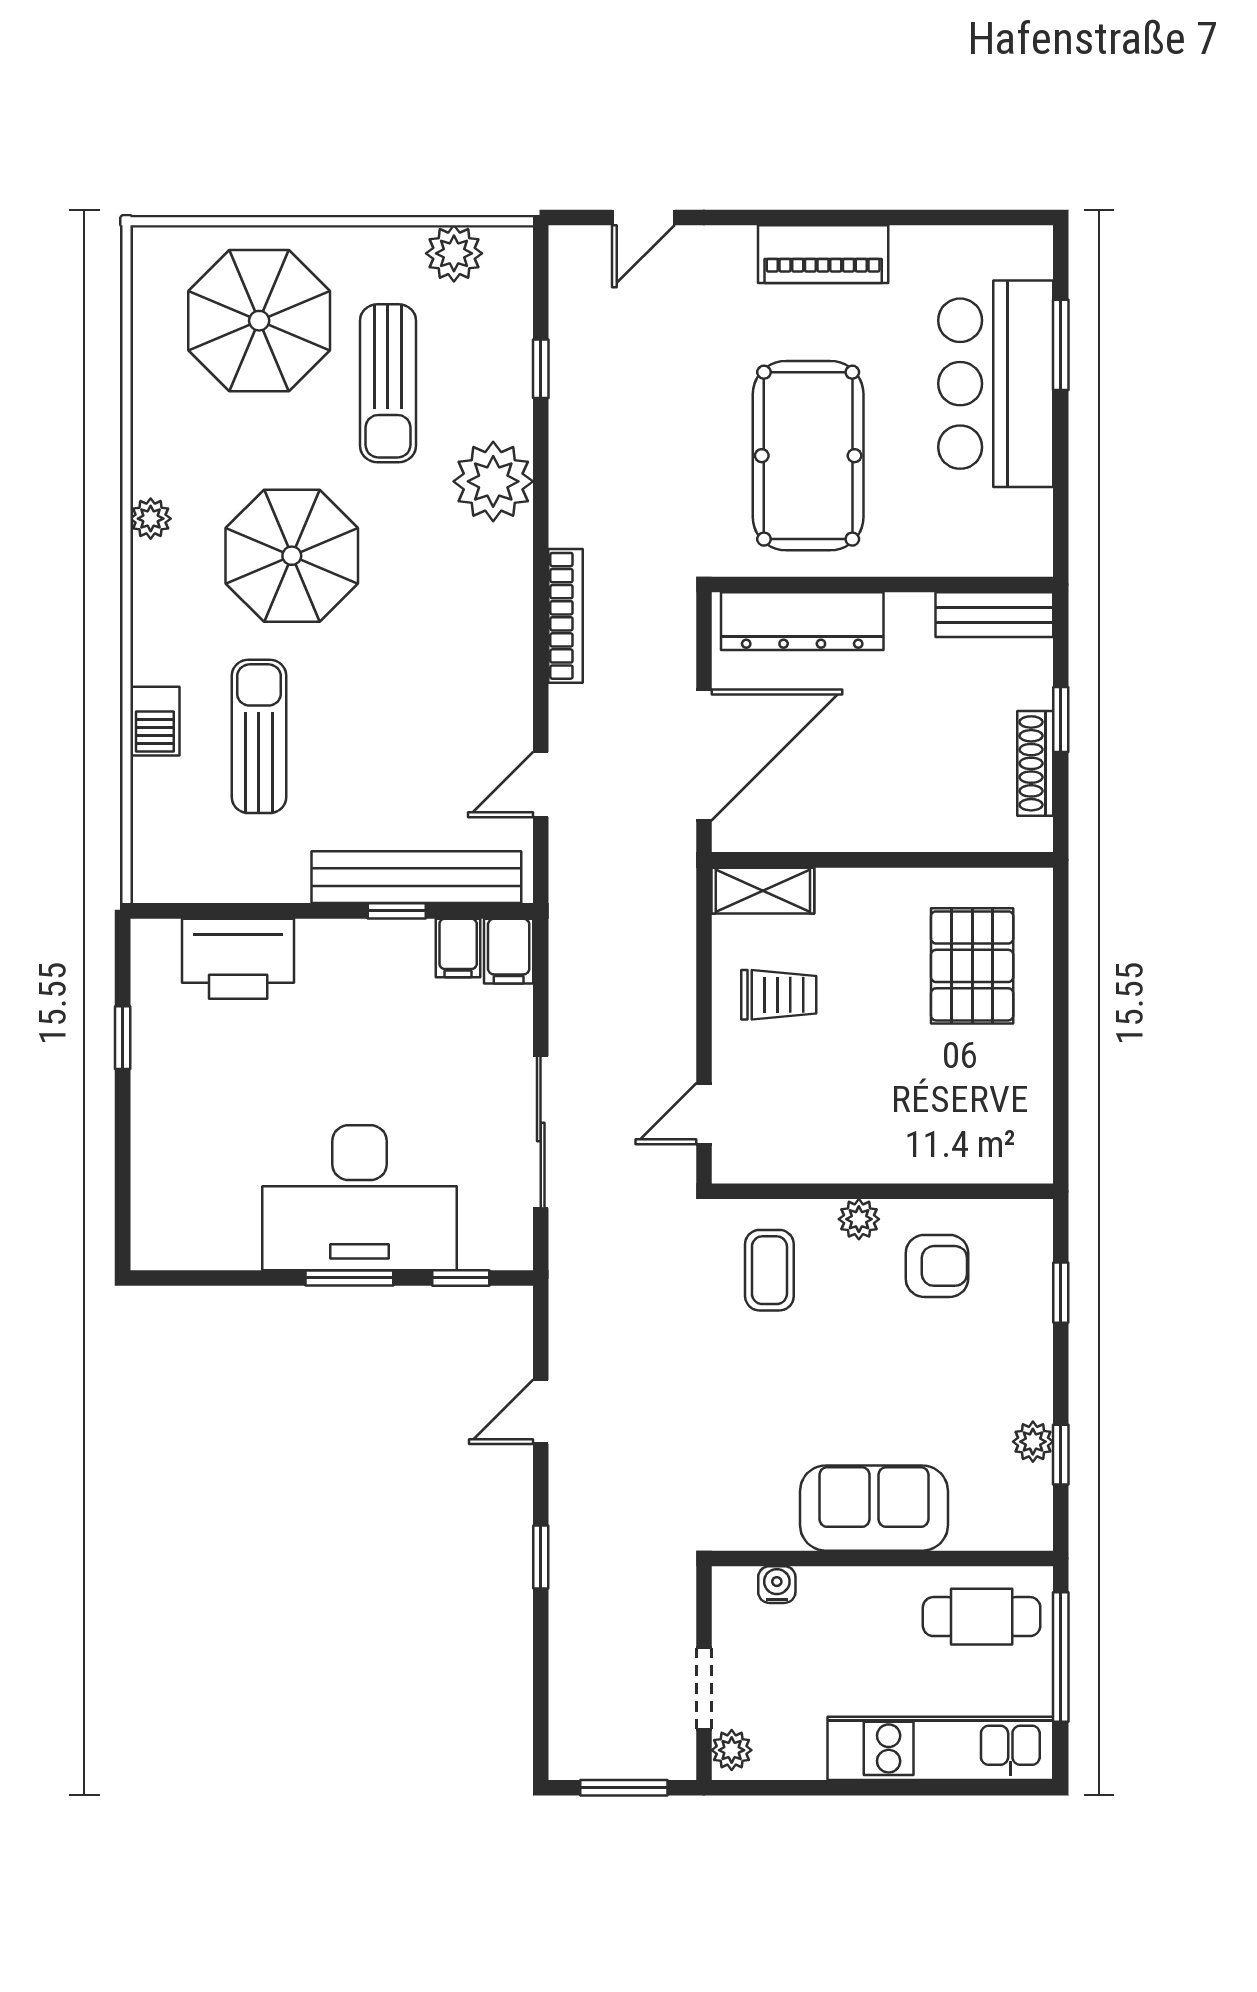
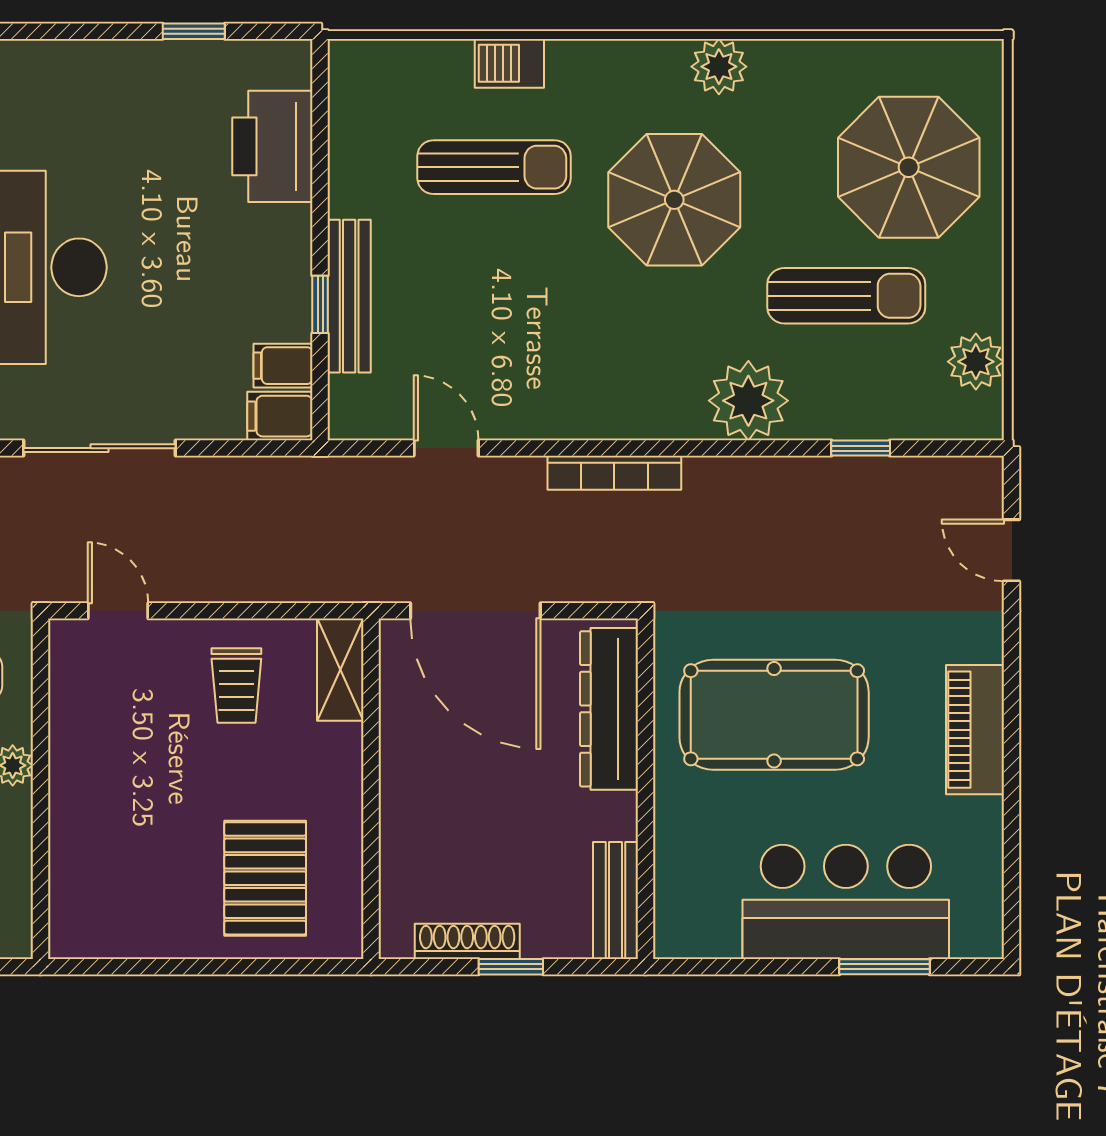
sun lounger: (388, 383) -> (846, 296), turned 180
plant: (151, 519) -> (719, 67), width x1.38, depth x1.38
bench: (416, 877) -> (349, 296), width x0.73, depth x0.82
pallet: (972, 966) -> (265, 878), turned 90

